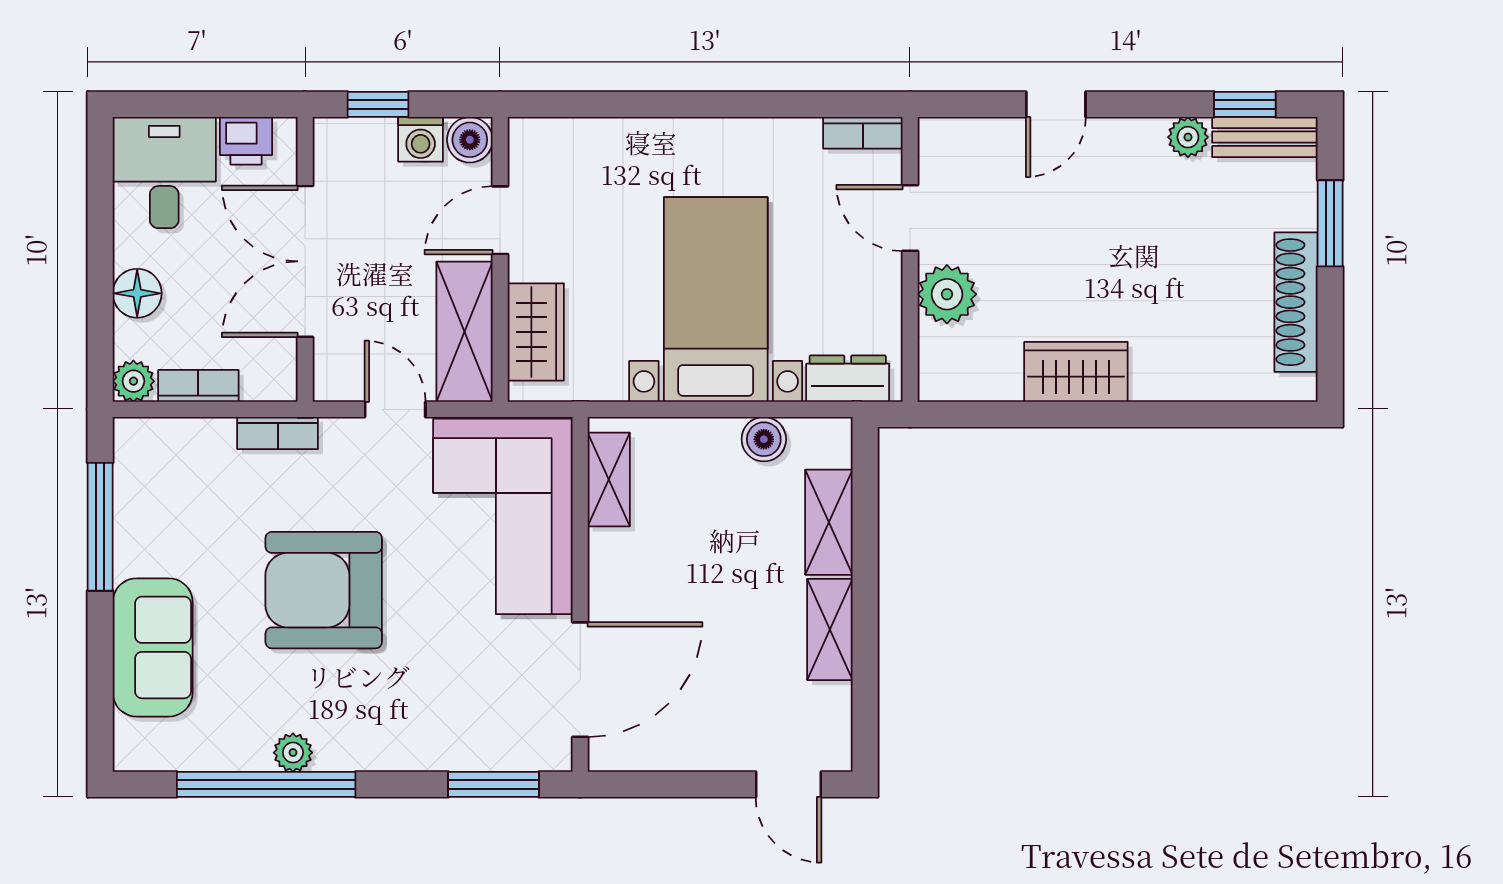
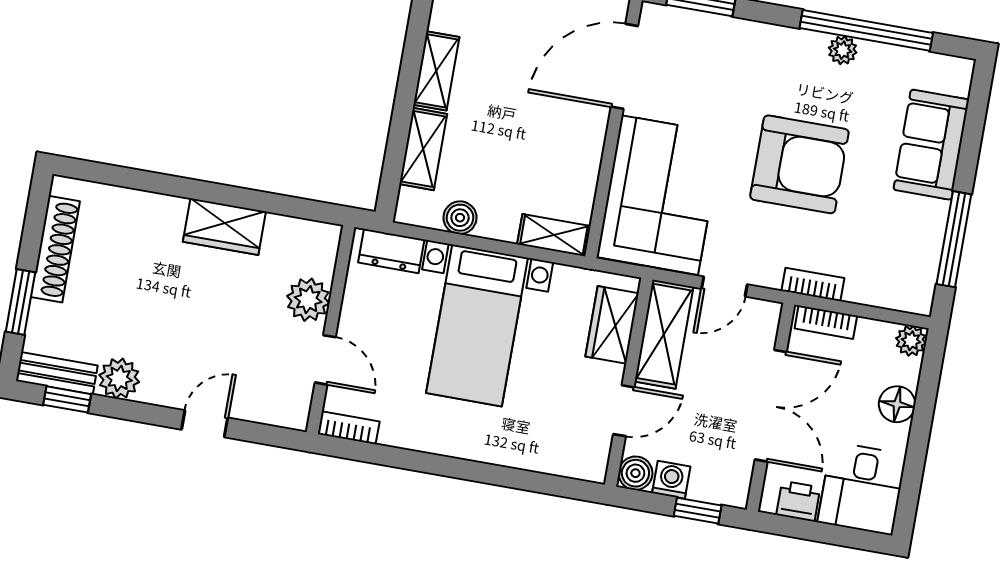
plant: (1188, 137) -> (119, 378), width x1.38, depth x1.38
bookcase: (198, 386) -> (826, 322), moved
door: (395, 409) -> (724, 287), hinge flipped
shelving: (609, 480) -> (554, 235), moved, turned 90

